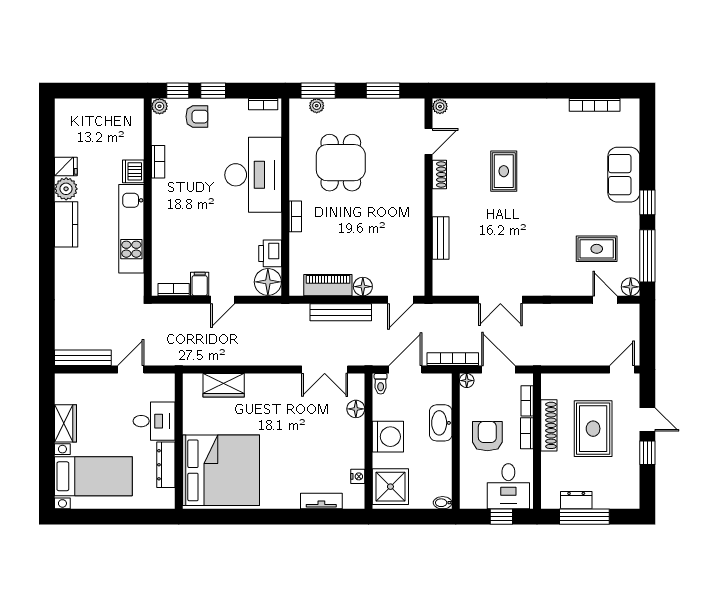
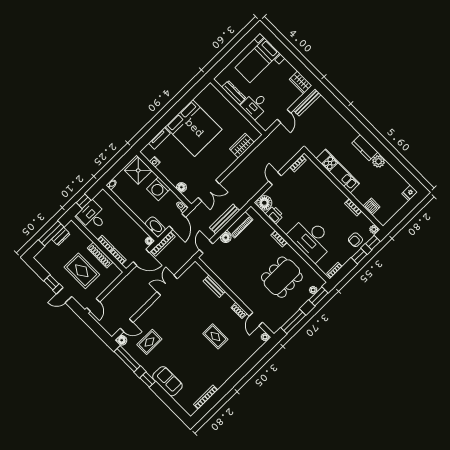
window: (383, 91) -> (293, 321), width x1.44
dining table: (341, 163) -> (282, 277), width x1.38
fridge: (66, 167) -> (410, 193), moved
dishwasher: (133, 171) -> (372, 207), moved
filing cabinet: (200, 284) -> (290, 176), removed
double door: (325, 370) -> (209, 191), swing flipped
wardrobe: (66, 423) -> (301, 82), moved
washbasin: (441, 423) -> (155, 227), moved
armchair: (487, 436) -> (120, 227), removed
bed: (221, 470) -> (194, 128), moved, turned -90

